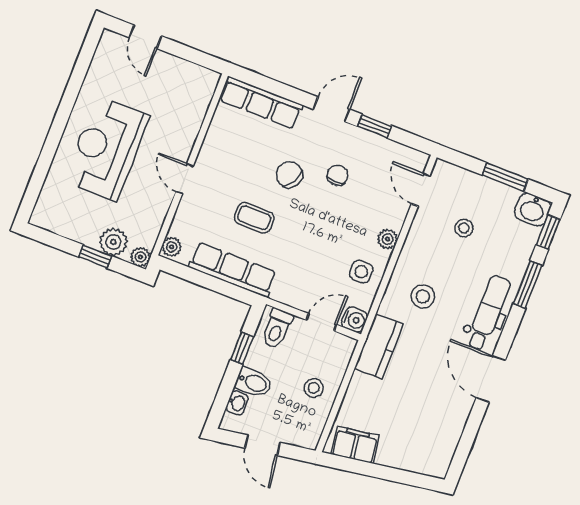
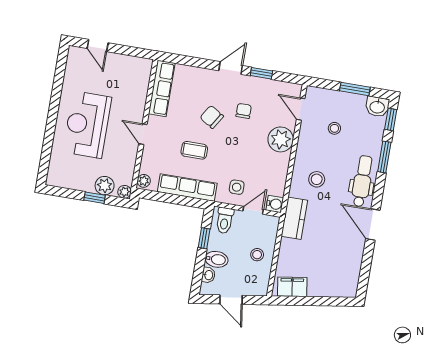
row of seats: (261, 103) -> (162, 88), moved, turned -90
plant: (387, 239) -> (281, 139), width x1.87, depth x1.87
side table: (361, 272) -> (237, 187), moved

